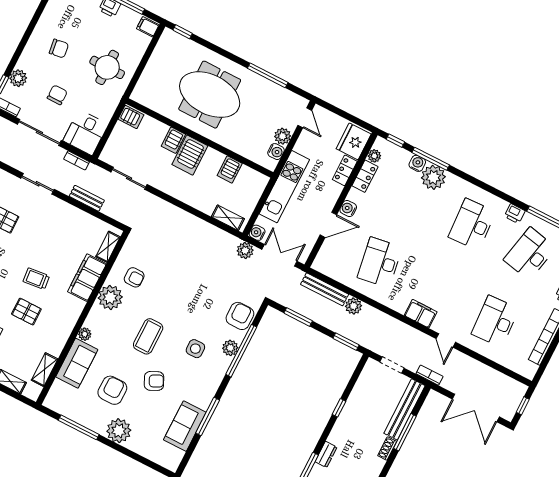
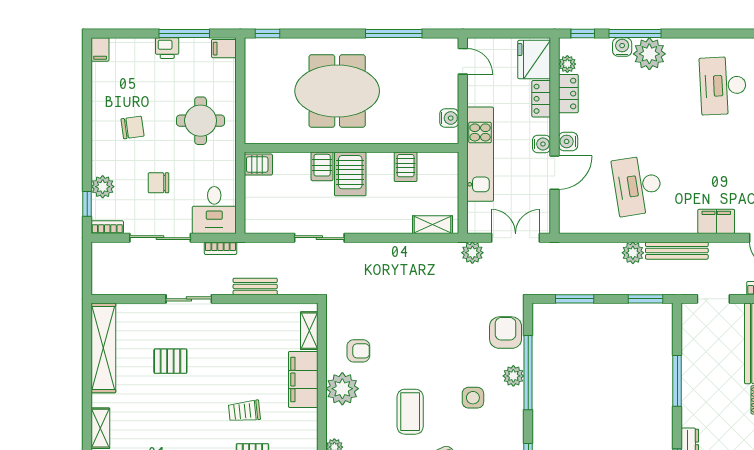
chair: (57, 95) -> (158, 183), turned -90
plant: (283, 136) -> (448, 96), removed
sliding door: (129, 178) -> (319, 238), moved
water cooler: (257, 233) -> (542, 144), moved, turned 180
bench: (325, 289) -> (677, 251), moved
window: (339, 408) -> (677, 381), width x2.17

